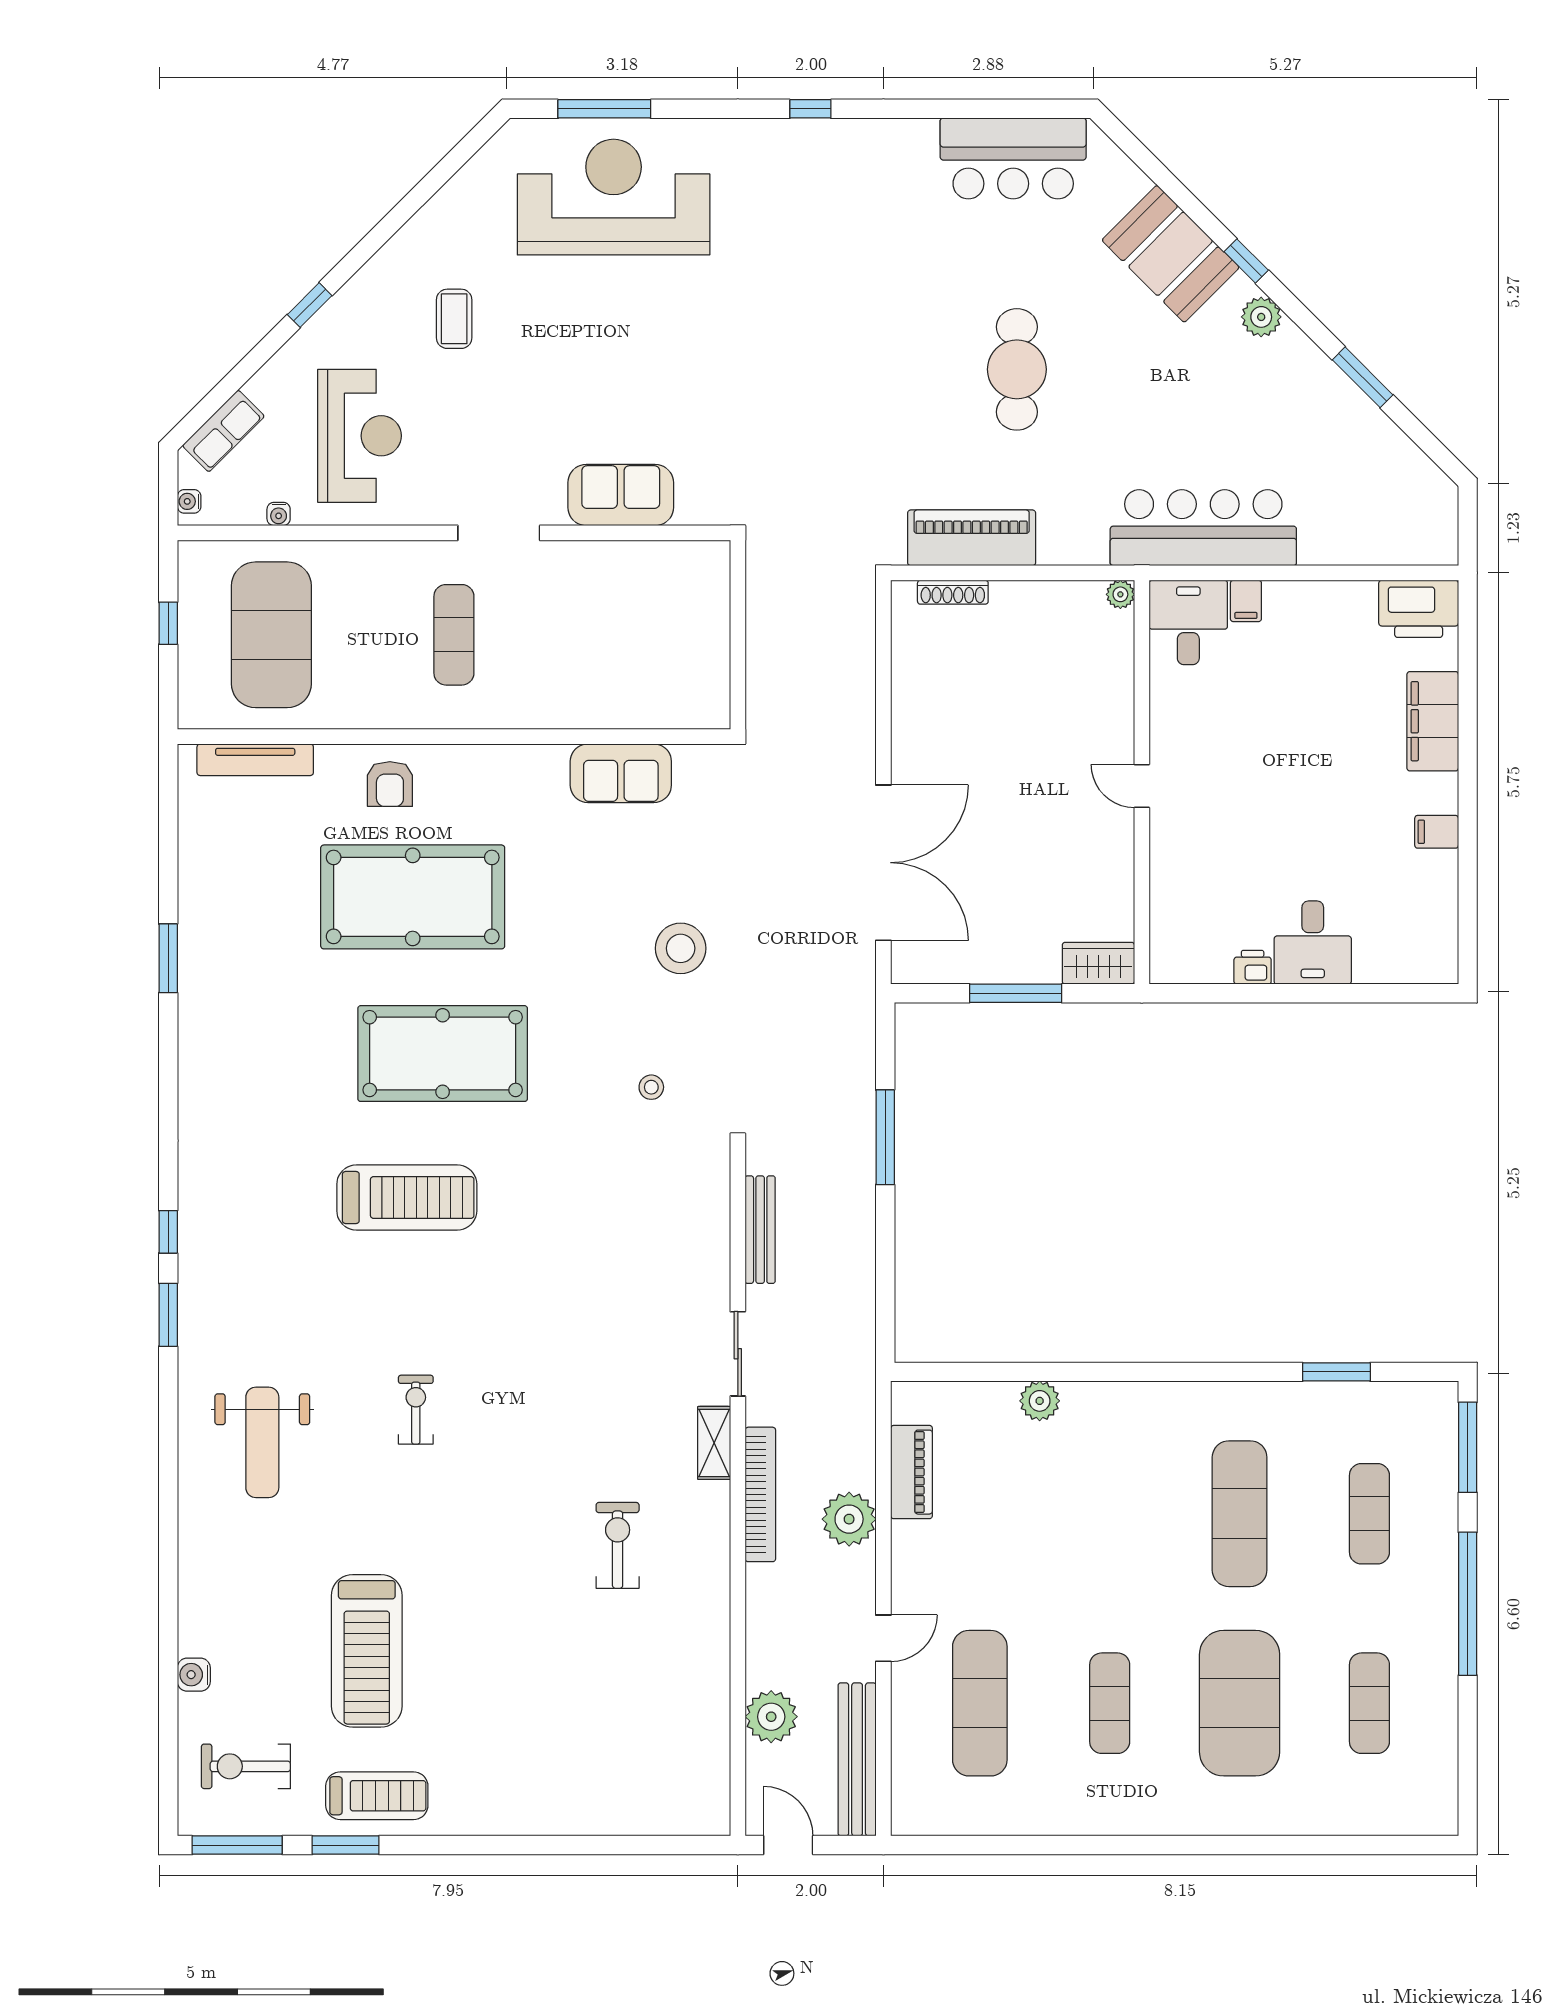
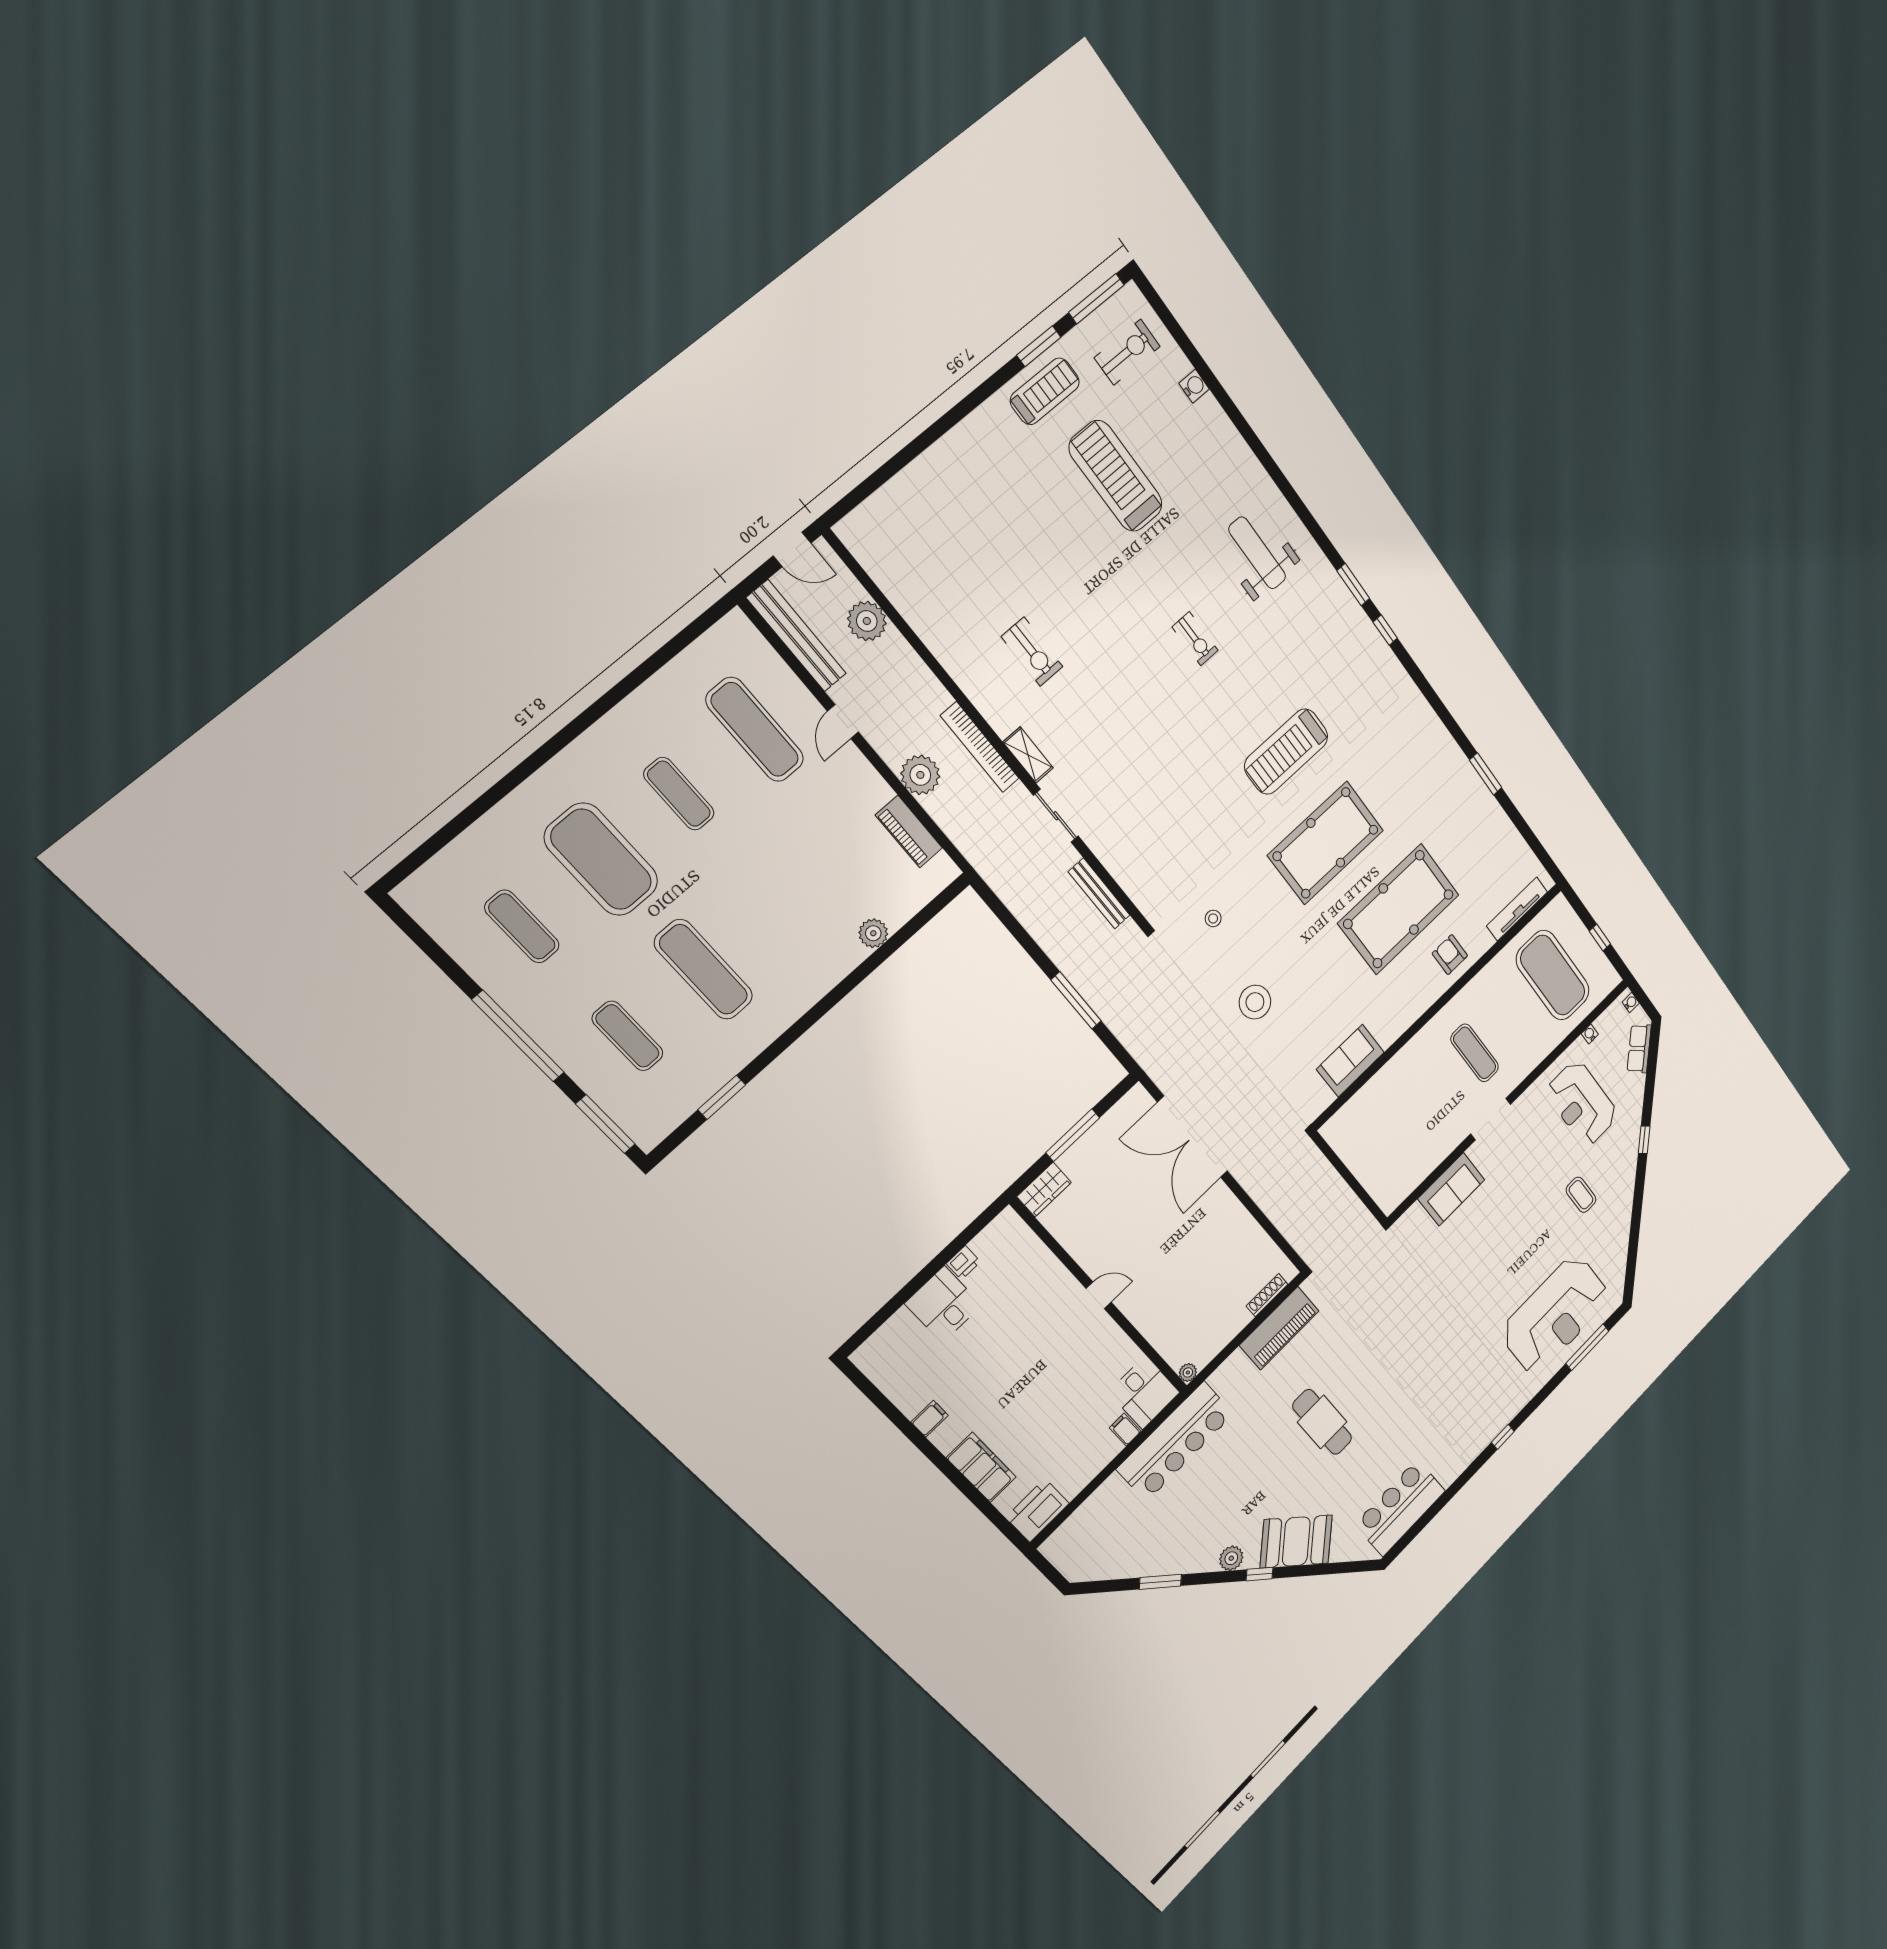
treadmill: (377, 1796) -> (1045, 391), turned 180

